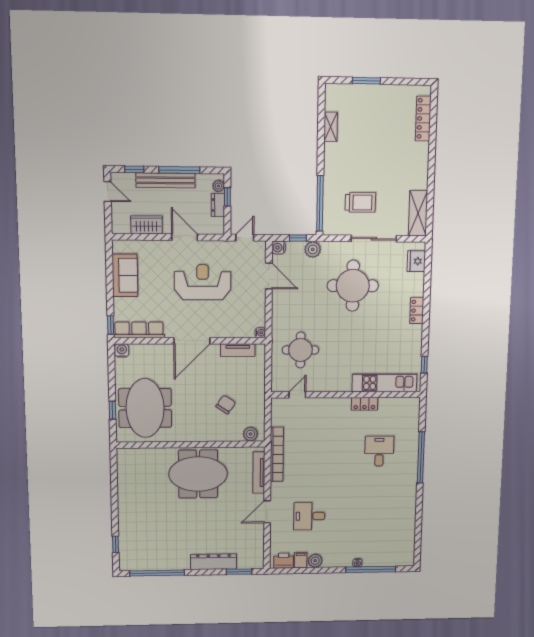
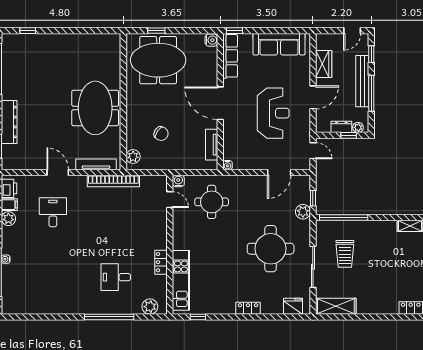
water cooler: (279, 248) -> (178, 181), moved
sofa: (125, 275) -> (279, 44), width x1.36
plant: (411, 415) -> (150, 307), added
desk: (379, 451) -> (116, 277), turned 180

